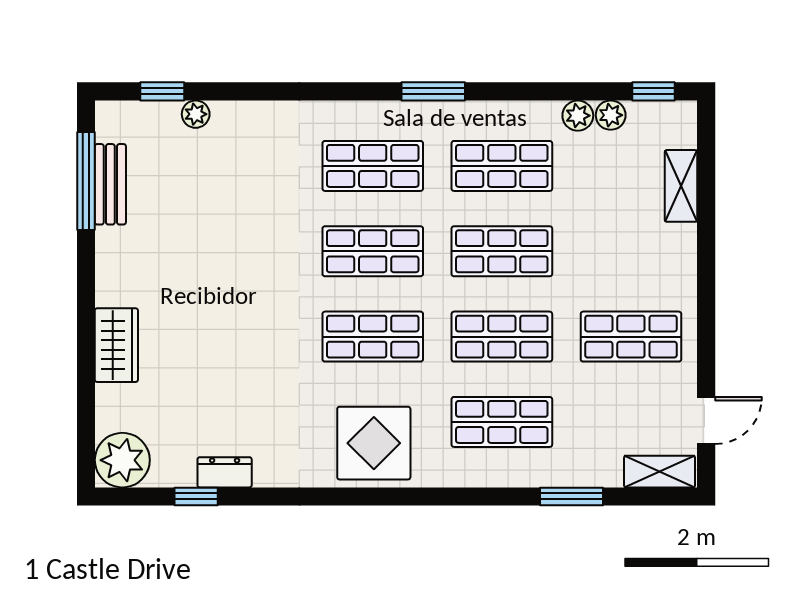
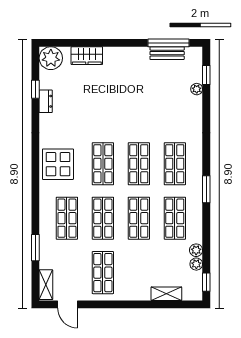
wardrobe: (116, 345) -> (87, 56), moved

